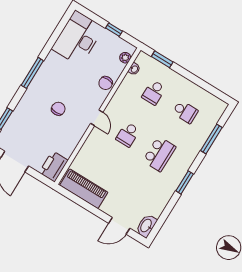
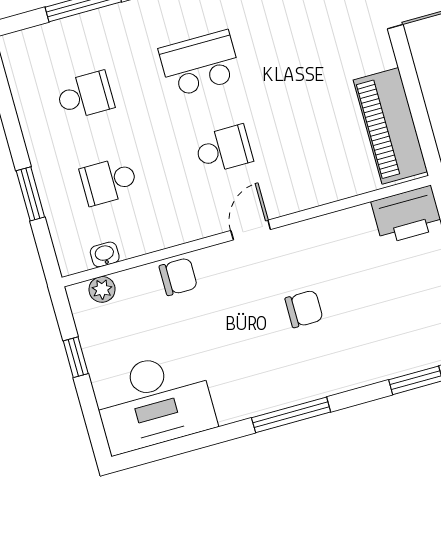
window: (162, 59) -> (30, 194), moved
school desk: (154, 92) -> (109, 181), turned 180
chair: (58, 109) -> (304, 309), turned 180
school desk: (185, 112) -> (85, 95), turned 90

